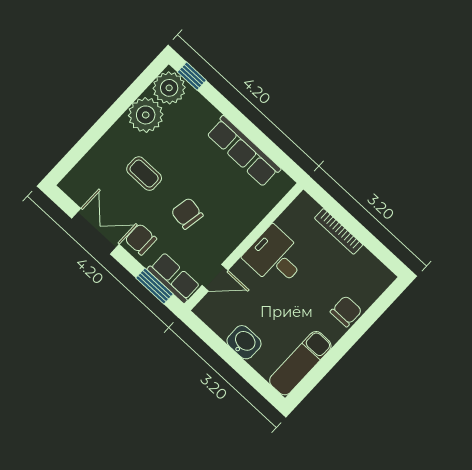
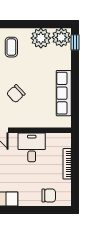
coffee table: (144, 174) -> (11, 47), moved
chair: (187, 213) -> (16, 94), turned -143
chair: (346, 311) -> (49, 196), moved

